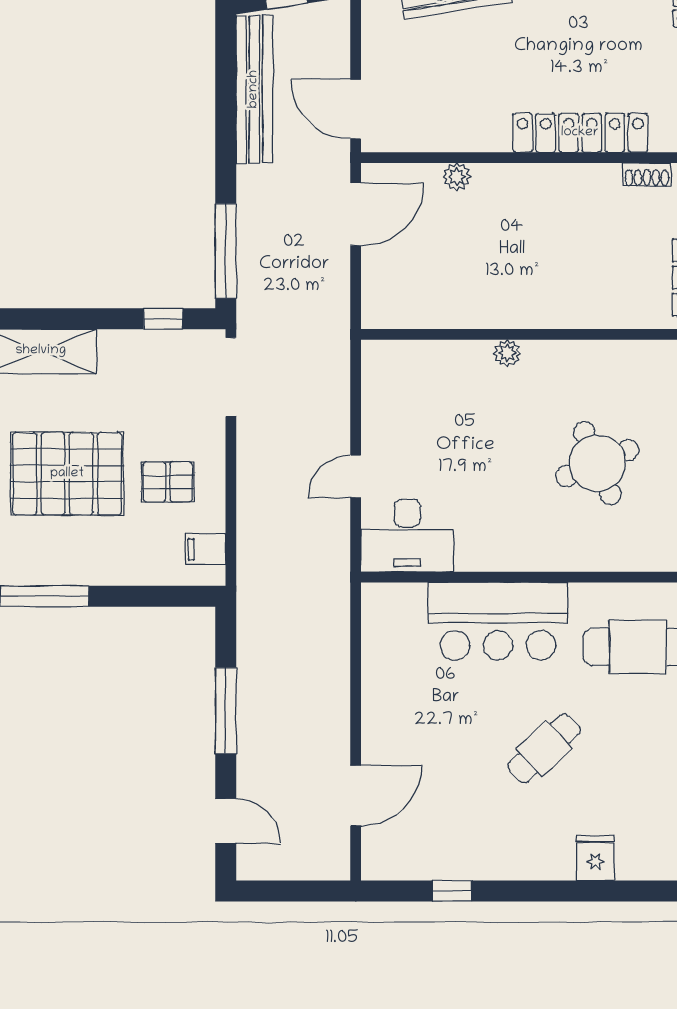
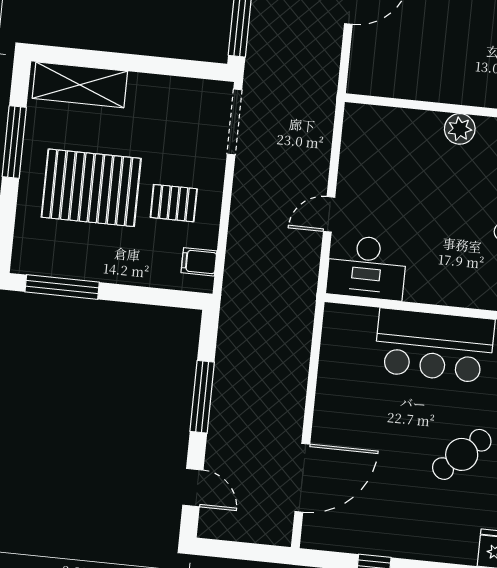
window: (163, 319) -> (183, 68), removed
plant: (507, 353) -> (460, 129), width x1.38, depth x1.38
door: (356, 796) -> (302, 478), width x1.36

